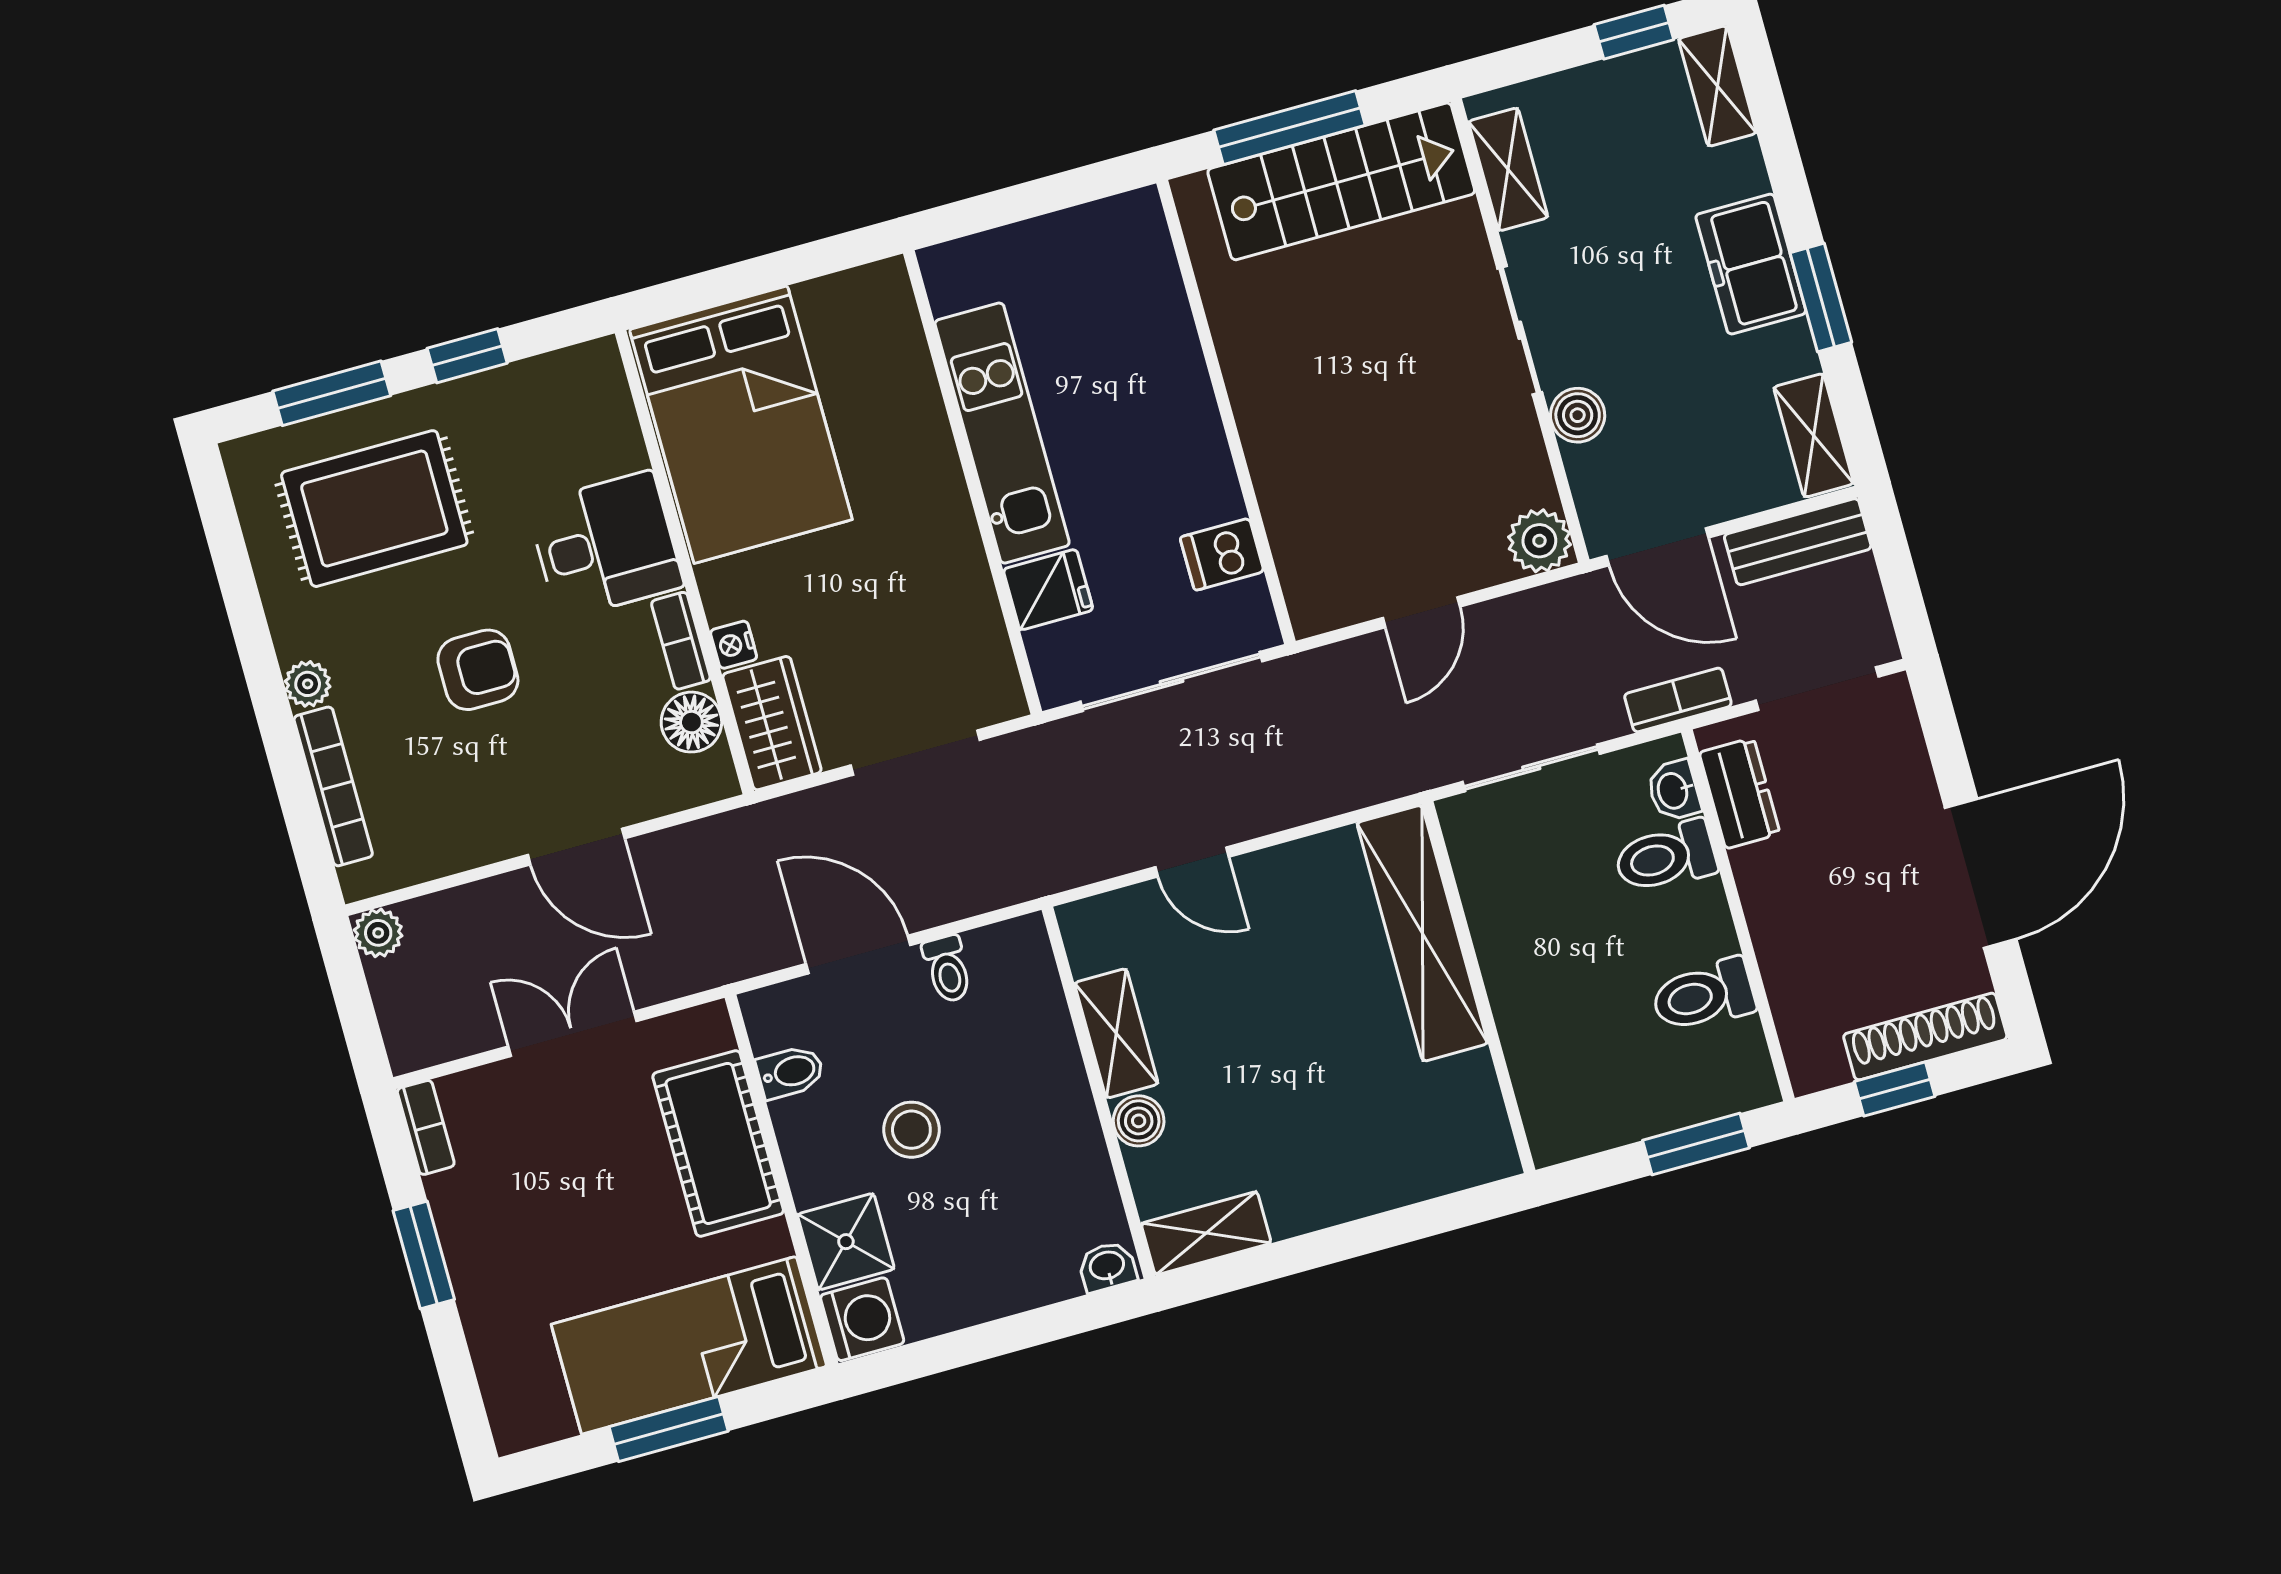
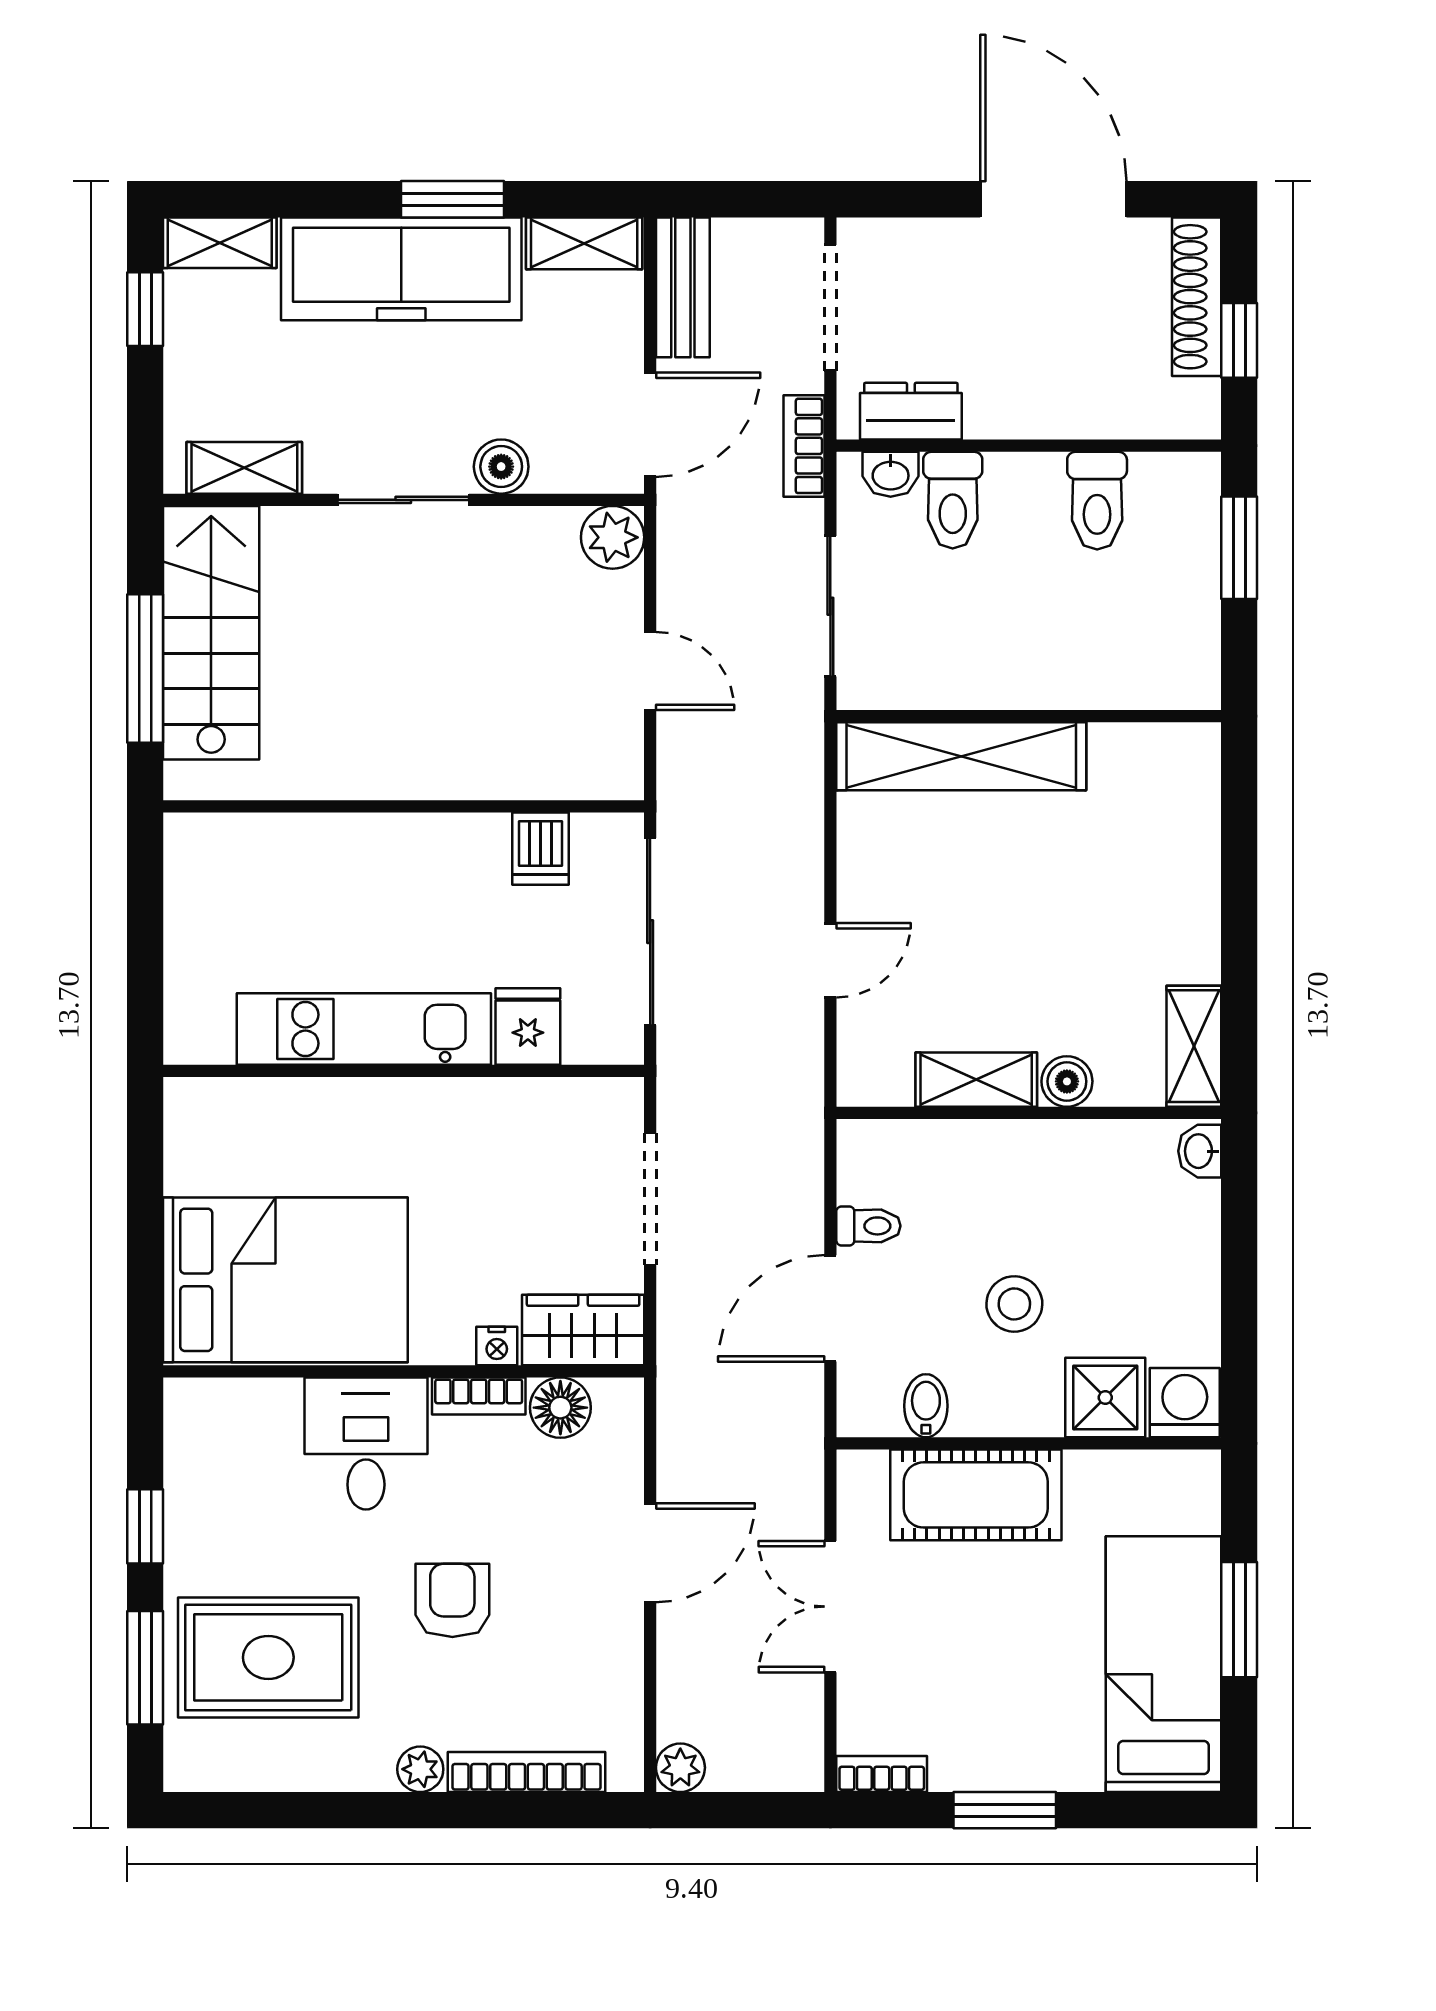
freezer: (1751, 264) -> (401, 269), width x1.91, depth x1.26
rug: (374, 509) -> (268, 1657), turned 90
bed: (689, 1345) -> (1164, 1664), moved, turned 180

